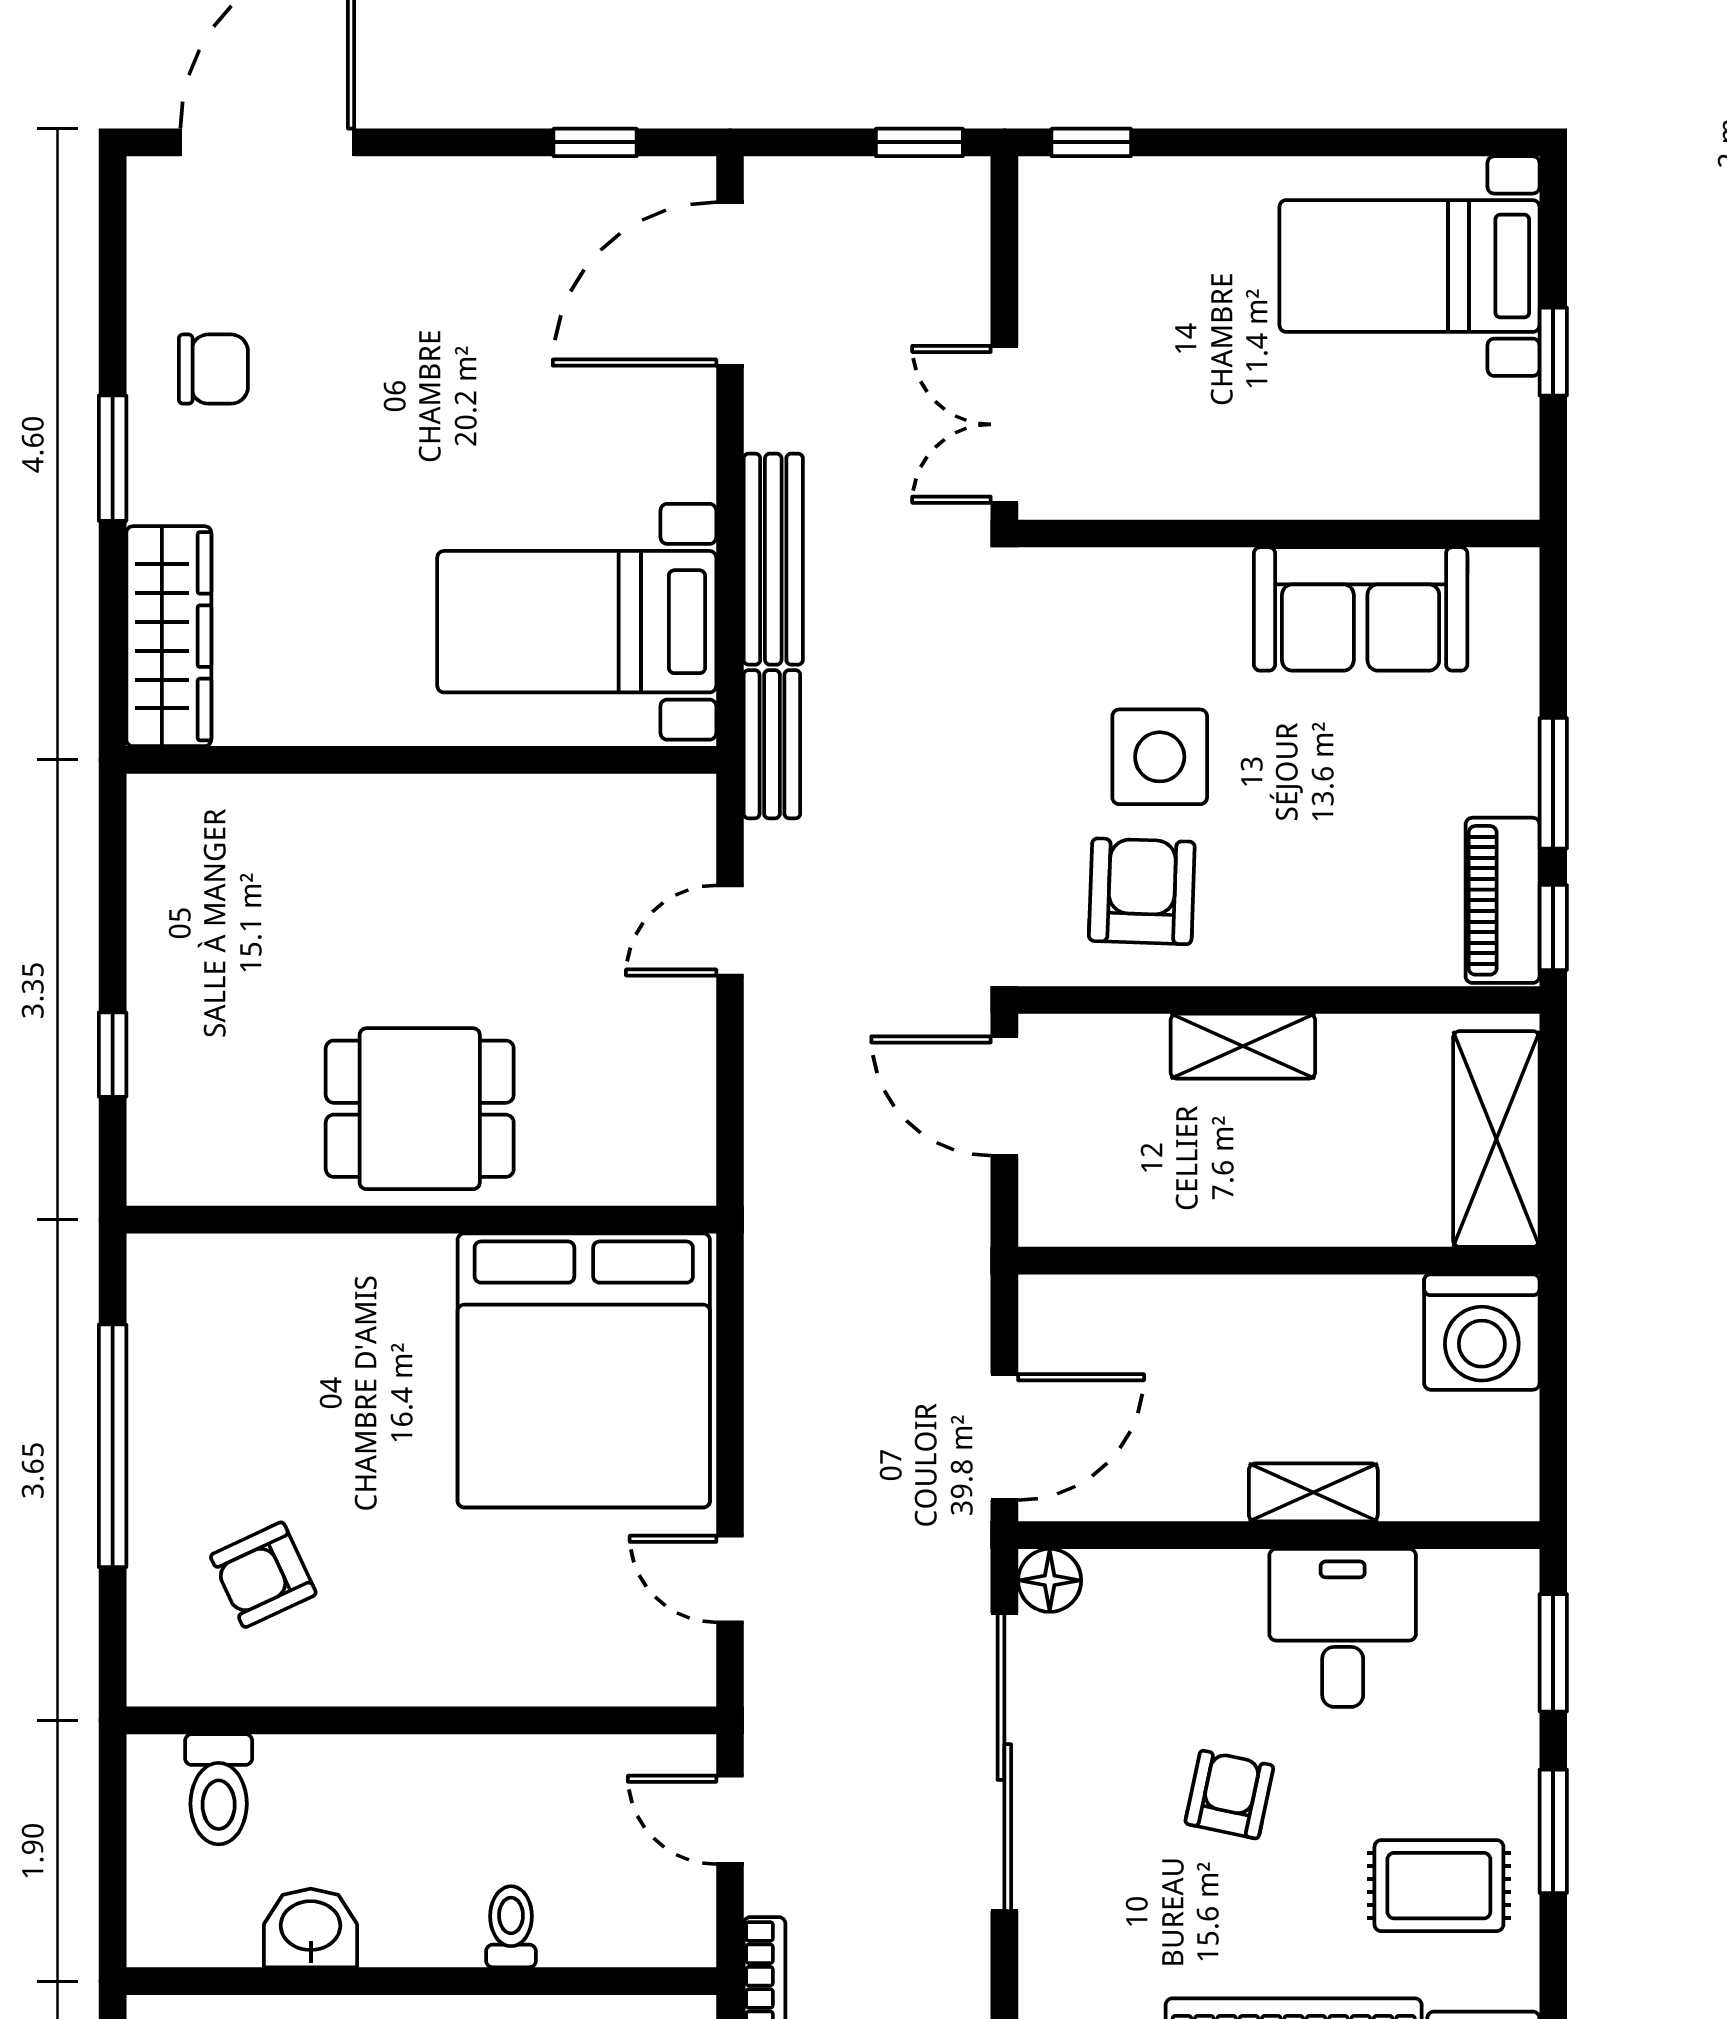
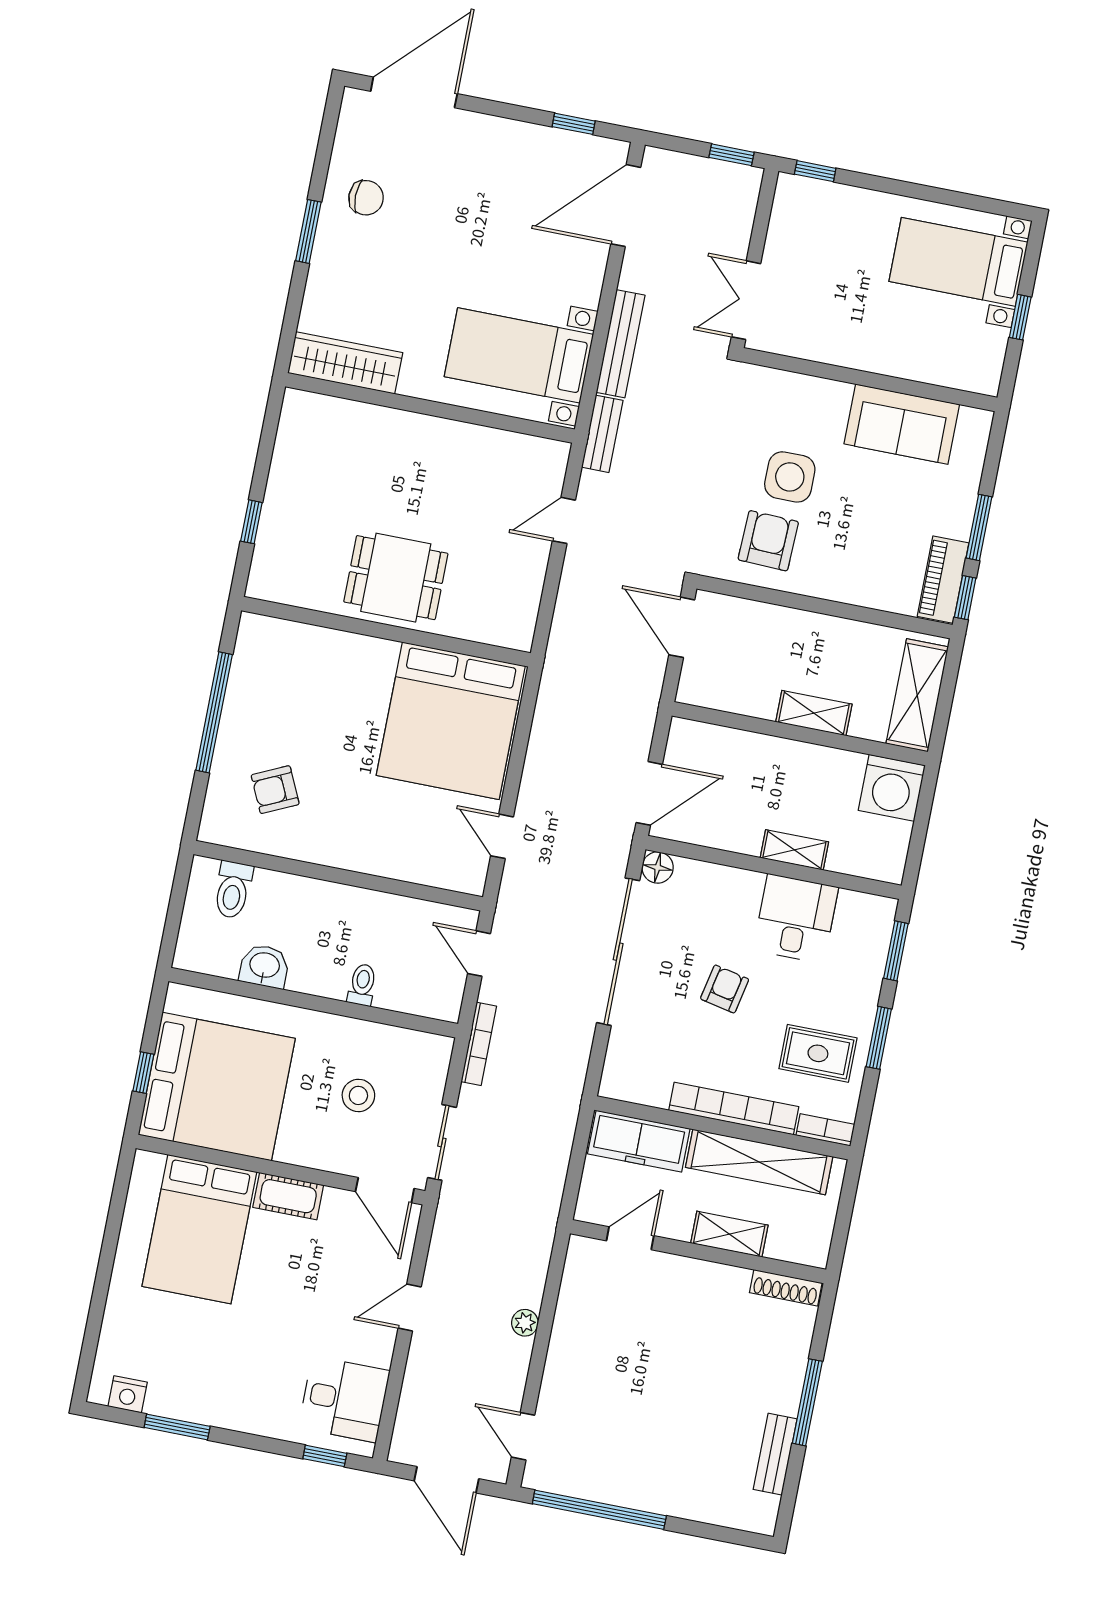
wardrobe: (169, 636) -> (345, 363), moved, turned -90
shelving: (1243, 1046) -> (814, 713), moved

